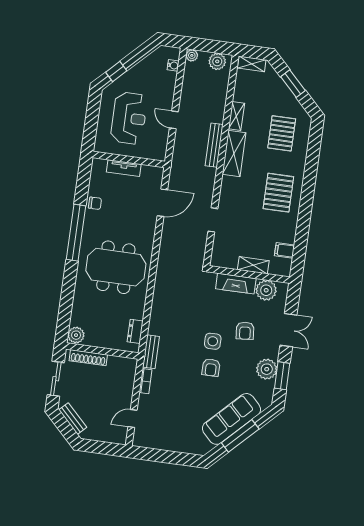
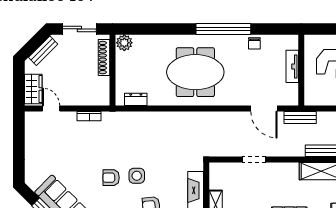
meeting table: (116, 267) -> (195, 72), turned 90
bench: (151, 352) -> (300, 117), moved
wardrobe: (110, 434) -> (33, 89), added

